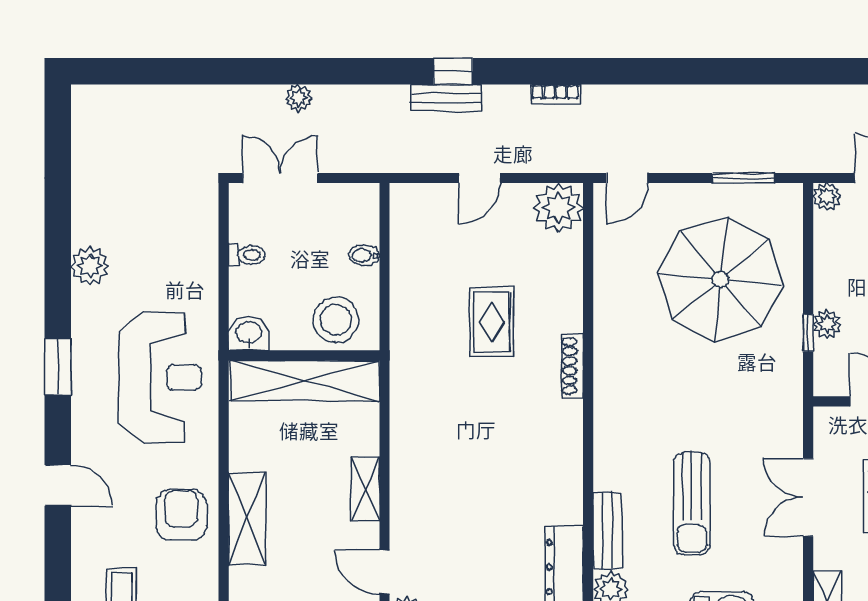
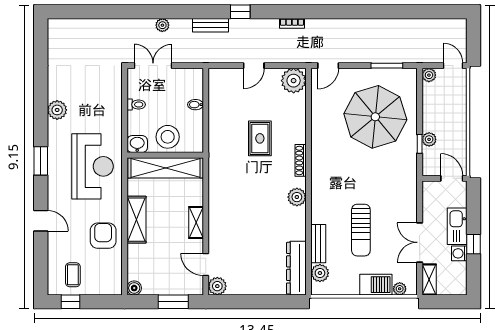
bench: (446, 98) -> (211, 25), moved
stool: (336, 320) -> (168, 137), moved
plant: (565, 438) -> (297, 197), added
double door: (808, 497) -> (420, 242), moved
shelving: (247, 519) -> (136, 220), moved

